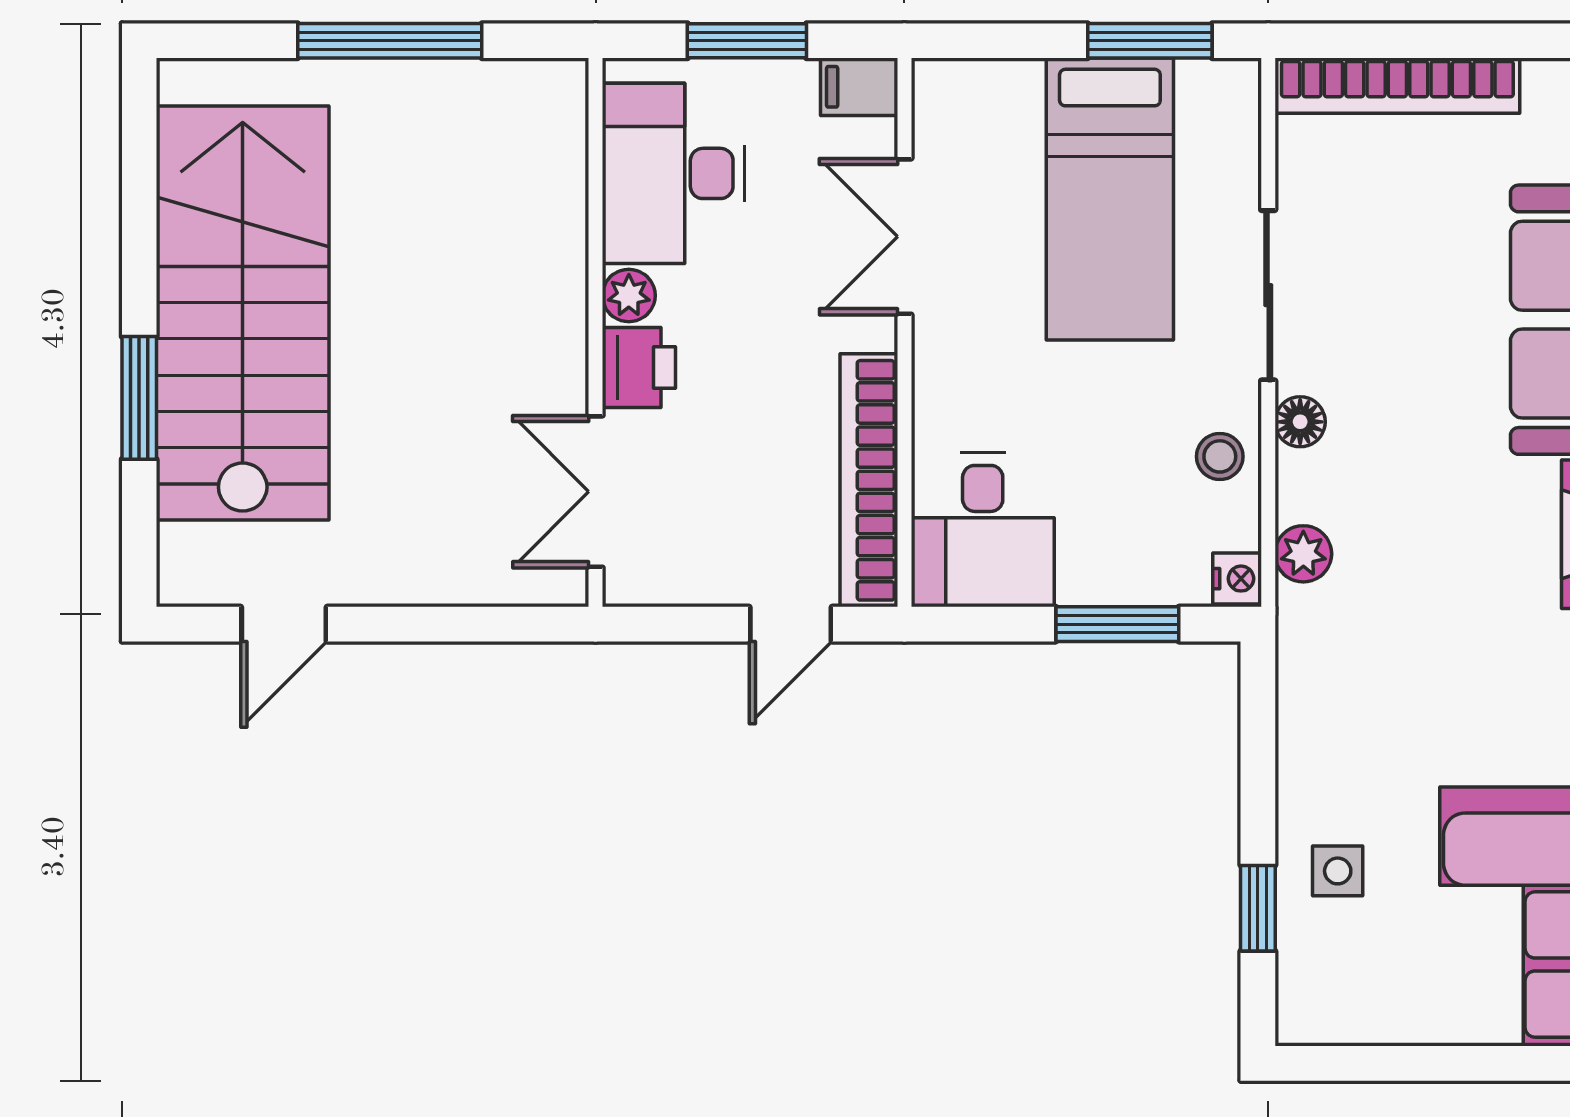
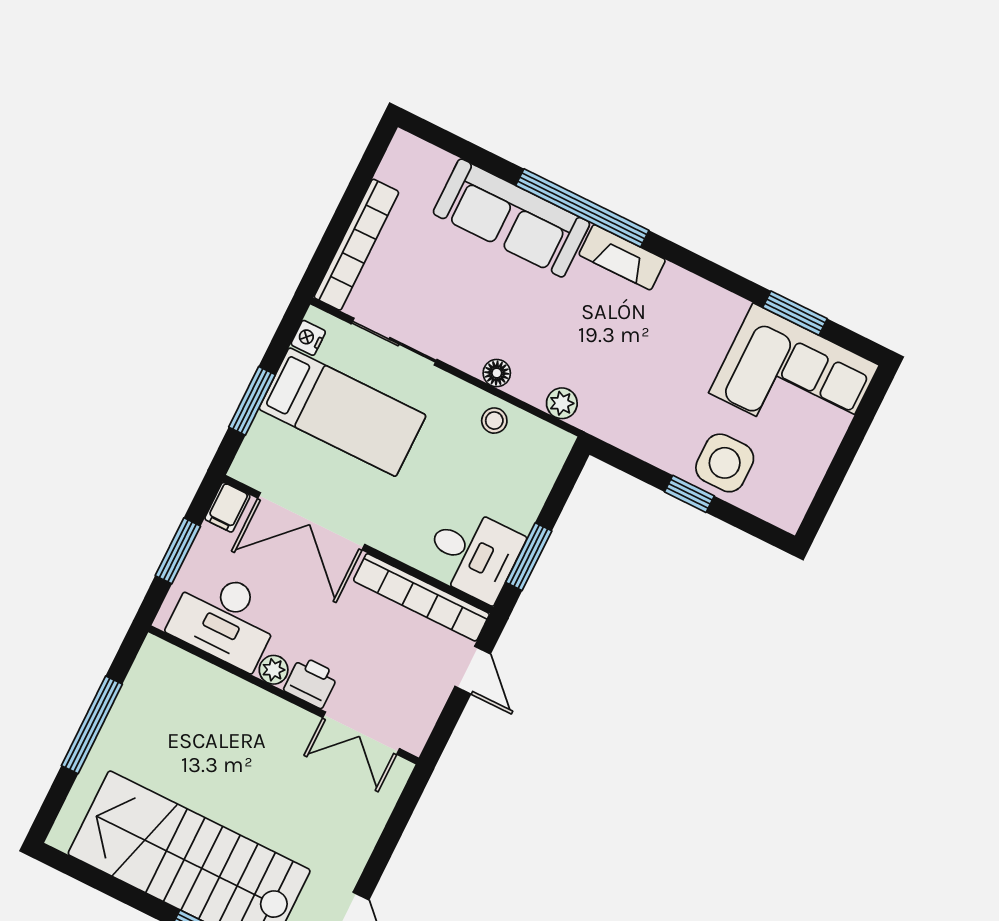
window: (1150, 41) -> (252, 401), moved
double door: (904, 237) -> (311, 521), width x1.37
sliding door: (1268, 295) -> (394, 342), moved
nightstand: (1237, 579) -> (308, 338), moved, turned -90
window: (1117, 624) -> (529, 557), moved
side table: (1338, 871) -> (725, 463), width x1.87, depth x1.87
window: (1258, 908) -> (689, 494), moved

